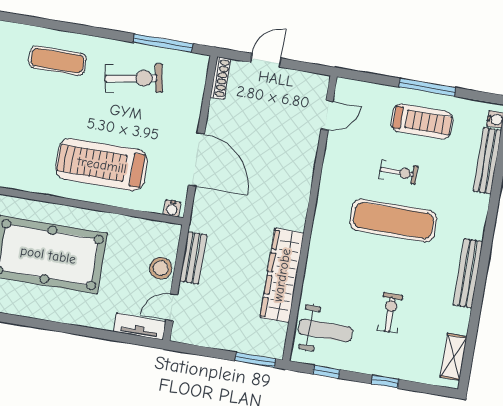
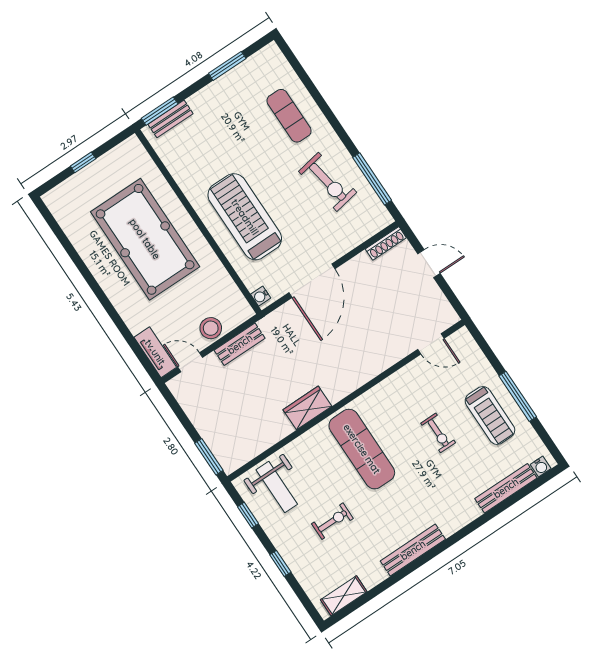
exercise mat: (393, 221) -> (362, 449), moved
wardrobe: (282, 275) -> (307, 408), width x0.48, depth x0.85

